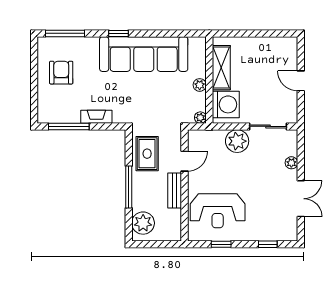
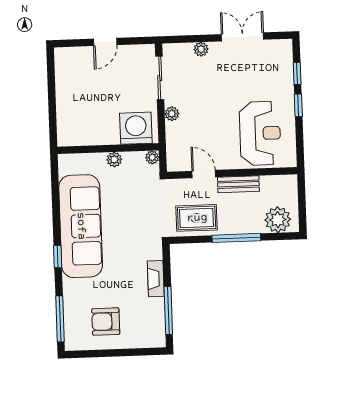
shelving: (221, 68) -> (93, 135), removed
plant: (237, 141) -> (172, 114), width x0.53, depth x0.53
window: (221, 244) -> (298, 105), moved

